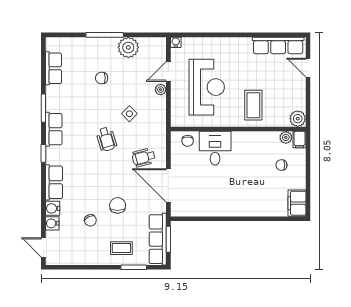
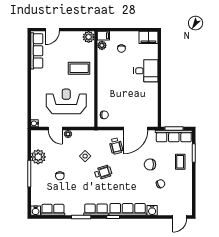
desk: (215, 148) -> (146, 71), moved, turned 180
row of seats: (54, 182) -> (128, 209), width x1.48
water cooler: (52, 223) -> (36, 211), moved

